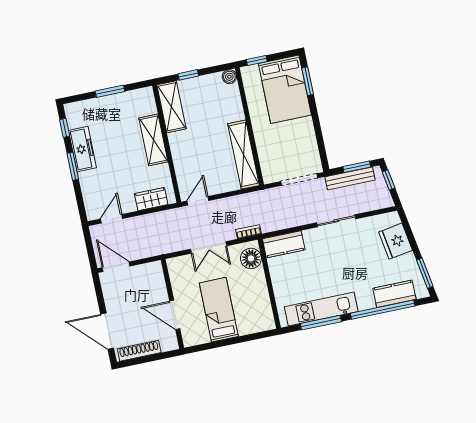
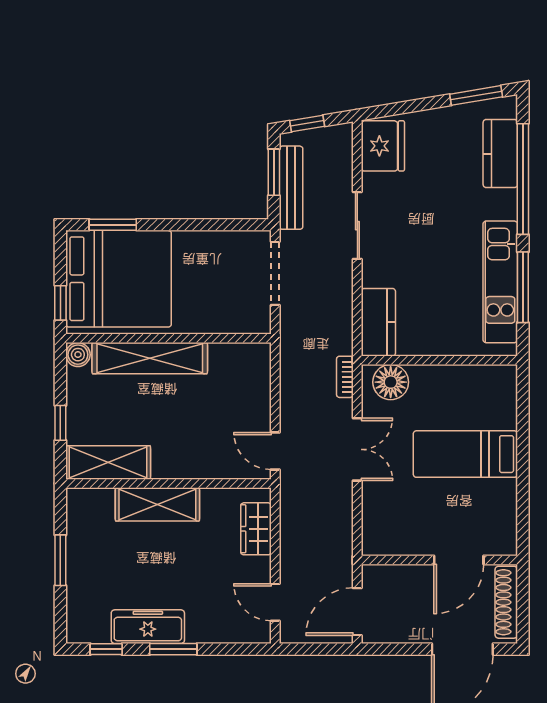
bed: (285, 89) -> (119, 279), width x1.36
shelving: (244, 155) -> (150, 358), moved
fridge: (396, 241) -> (383, 146), moved, turned -81
wall: (172, 304) -> (439, 560), moved
door: (175, 315) -> (459, 560), moved

